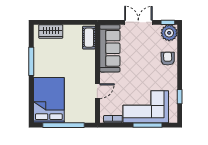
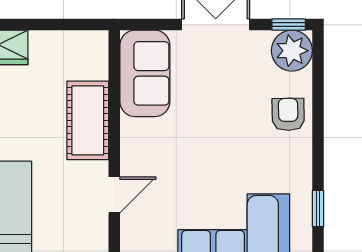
cot: (89, 38) -> (88, 120), moved, width x1.37, depth x1.34
sofa: (110, 48) -> (145, 73), width x0.73

